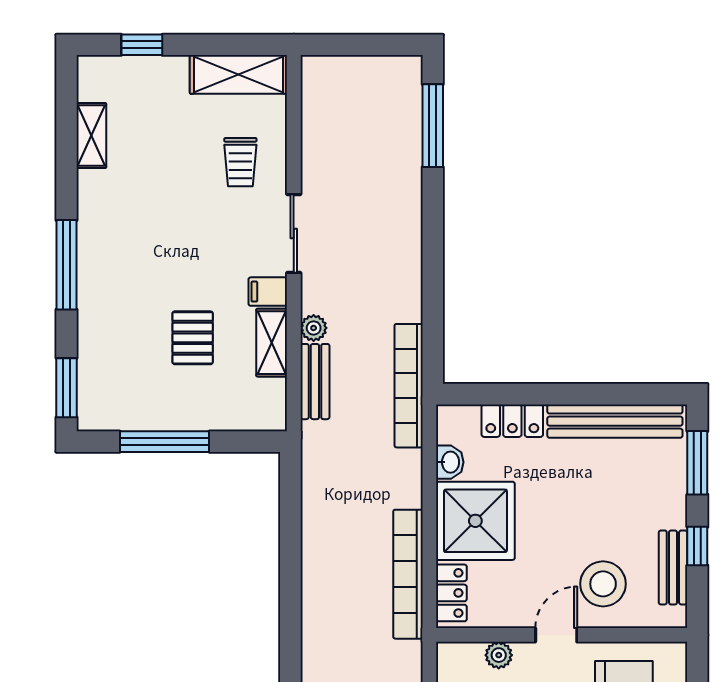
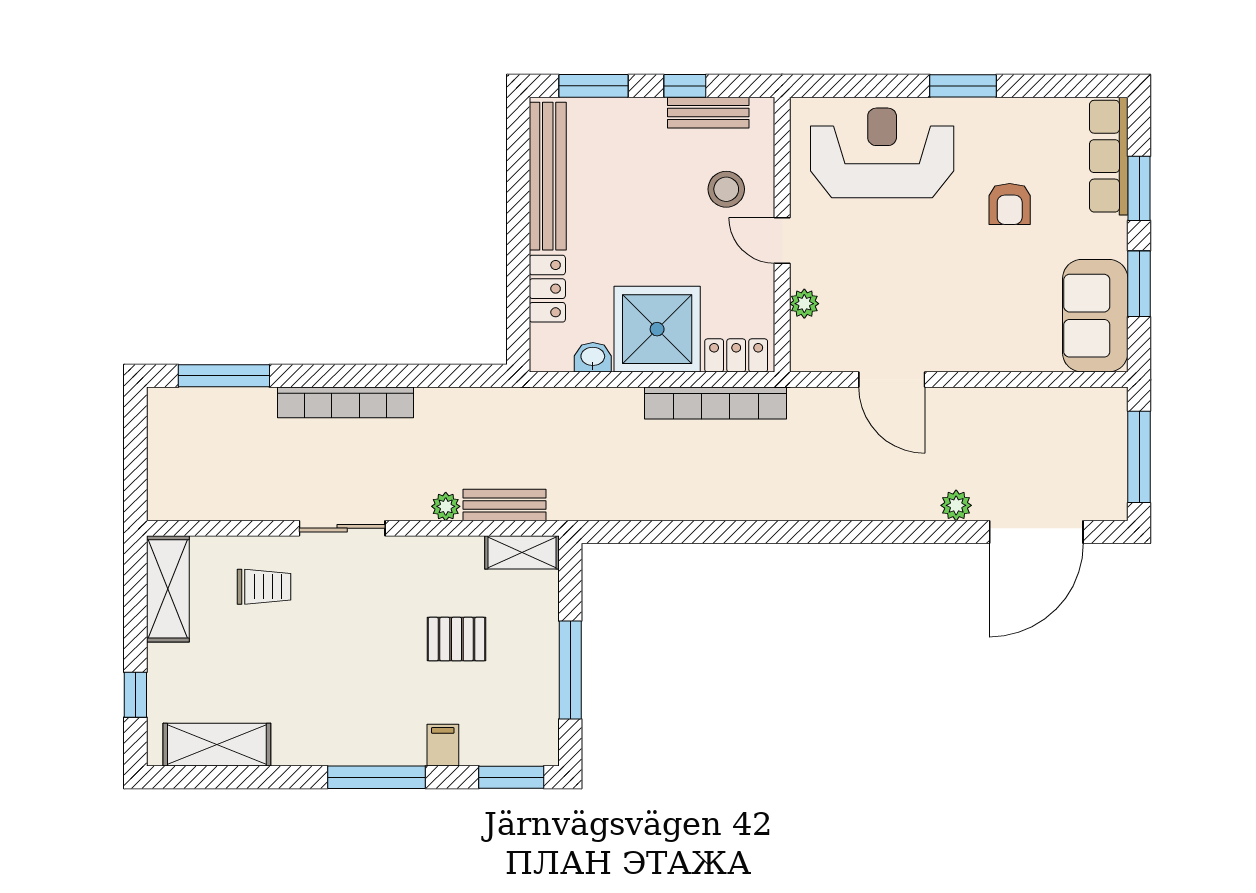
shelving: (91, 135) -> (217, 745), width x1.50, depth x1.33
filing cabinet: (268, 292) -> (443, 745), moved, turned 180
shelving: (272, 343) -> (522, 552), moved
bookcase: (409, 386) -> (346, 402), moved
stool: (603, 584) -> (726, 189), width x0.73, depth x0.73

